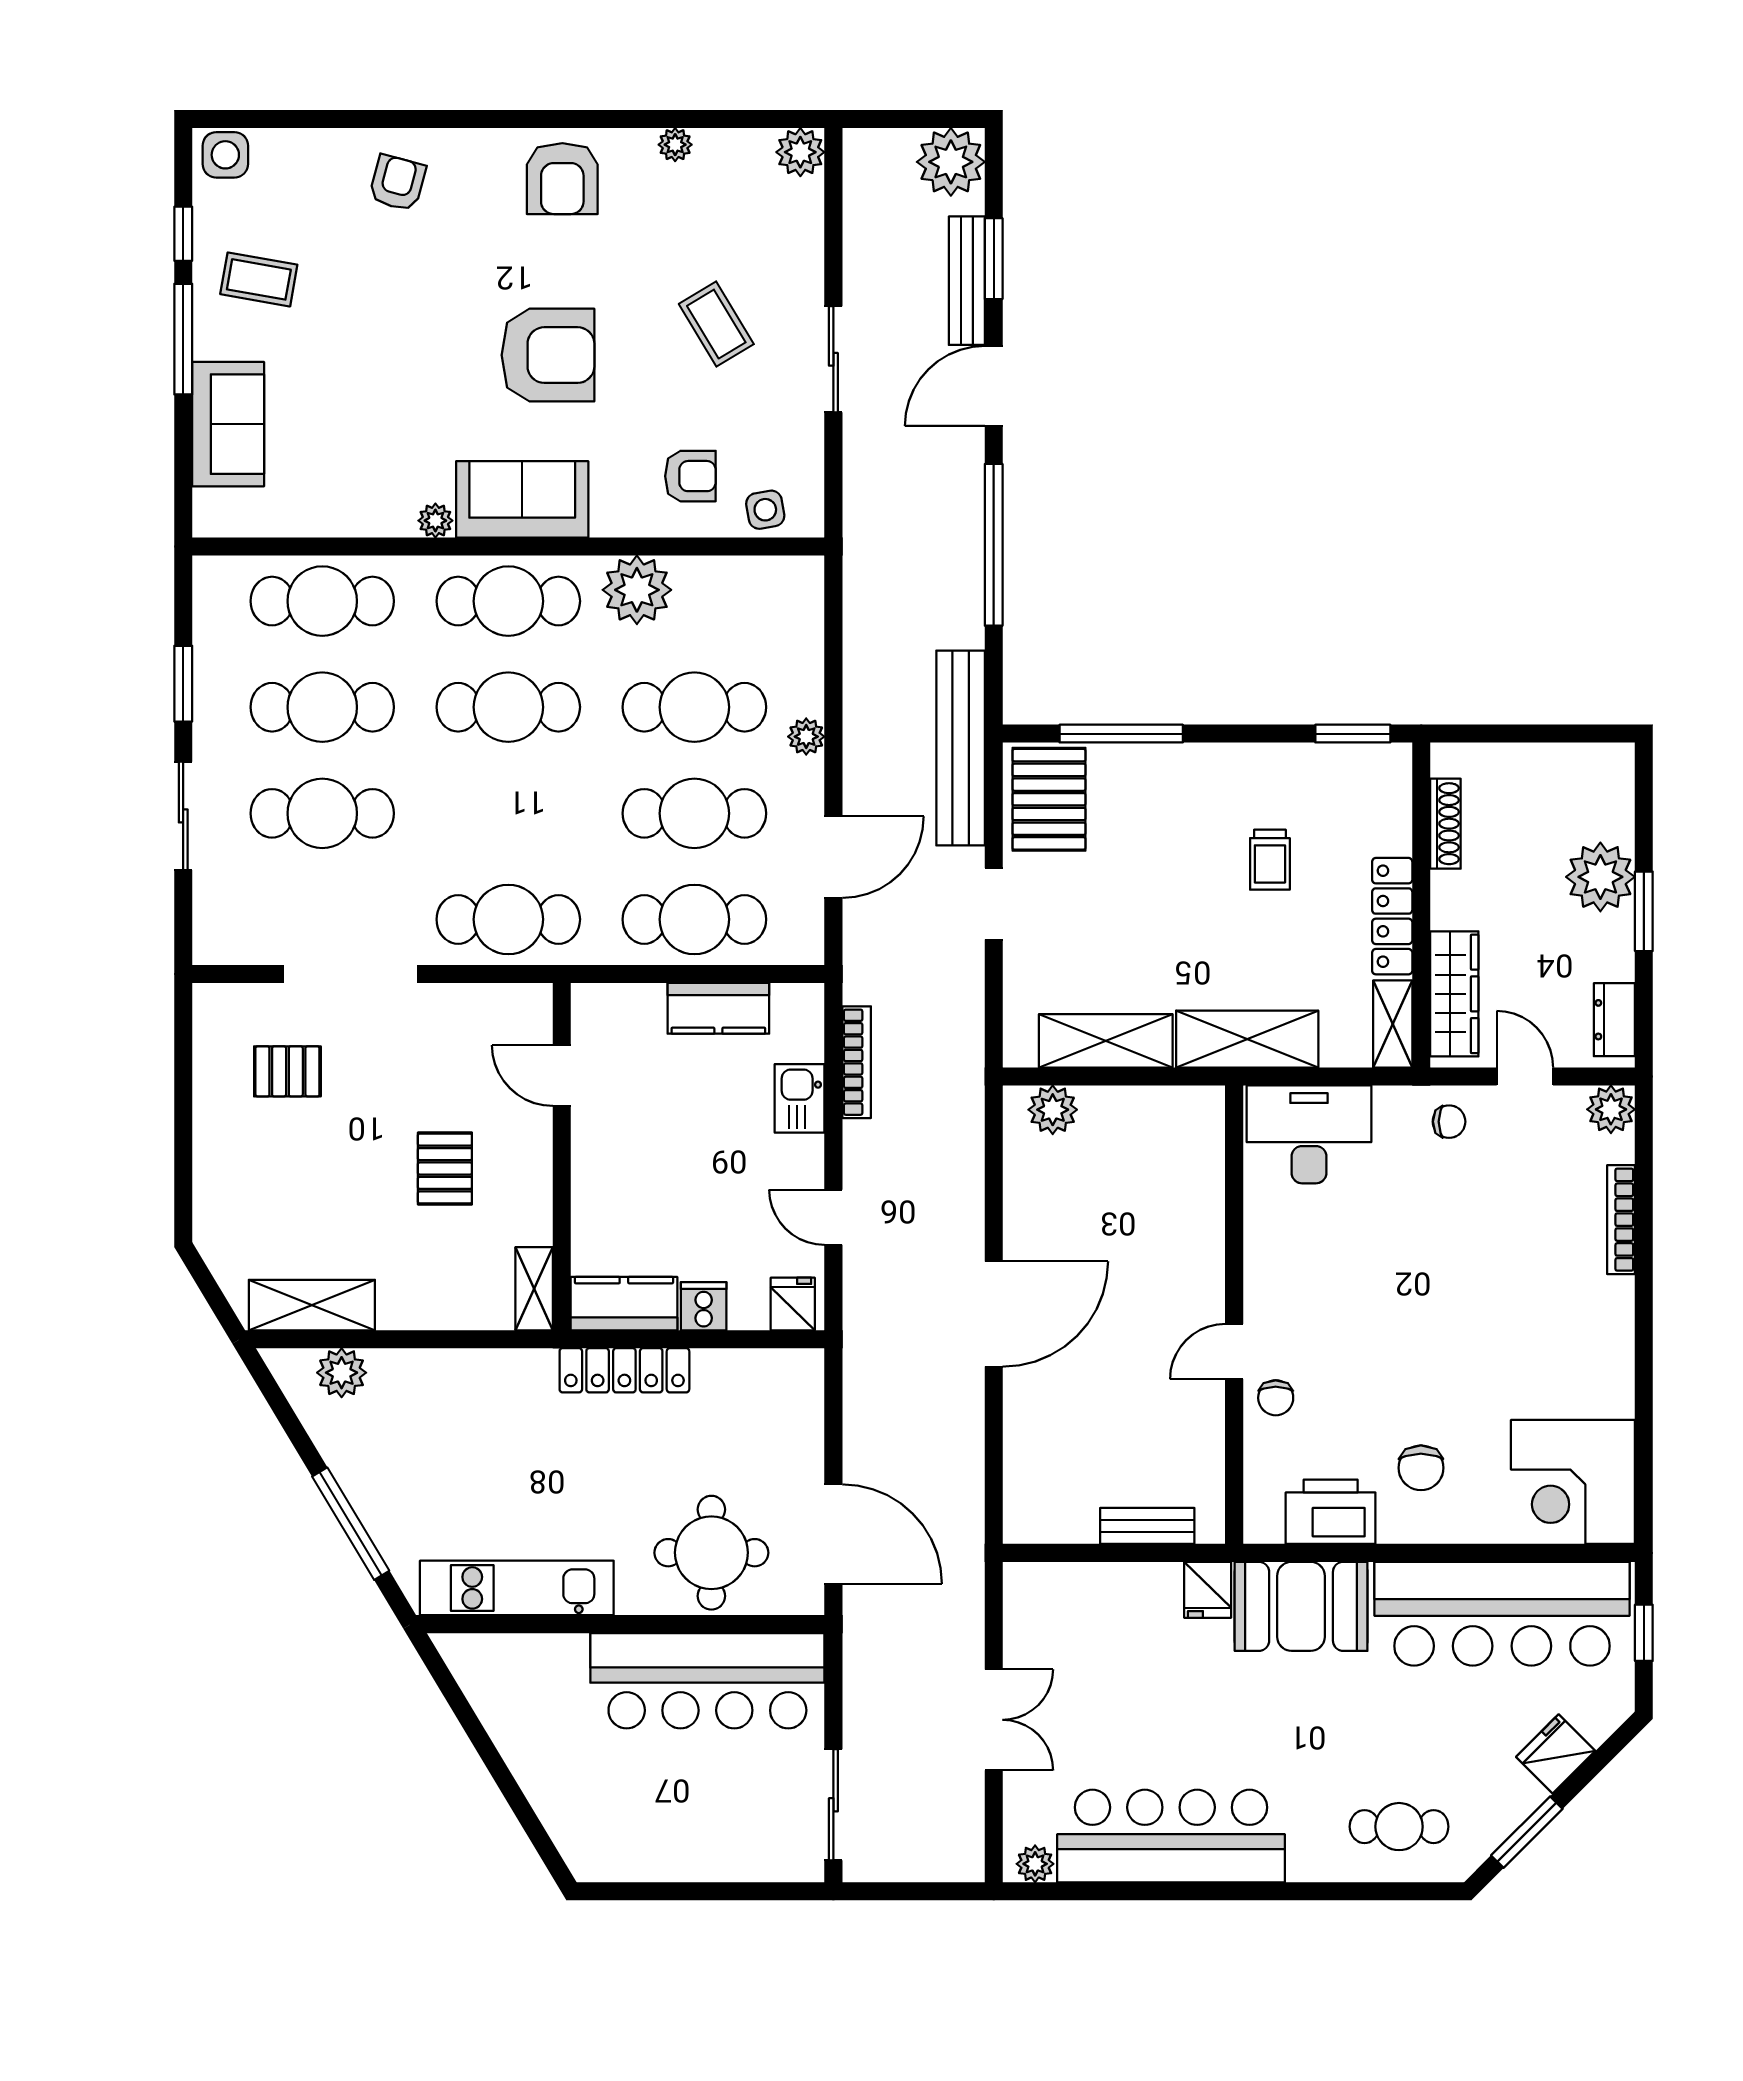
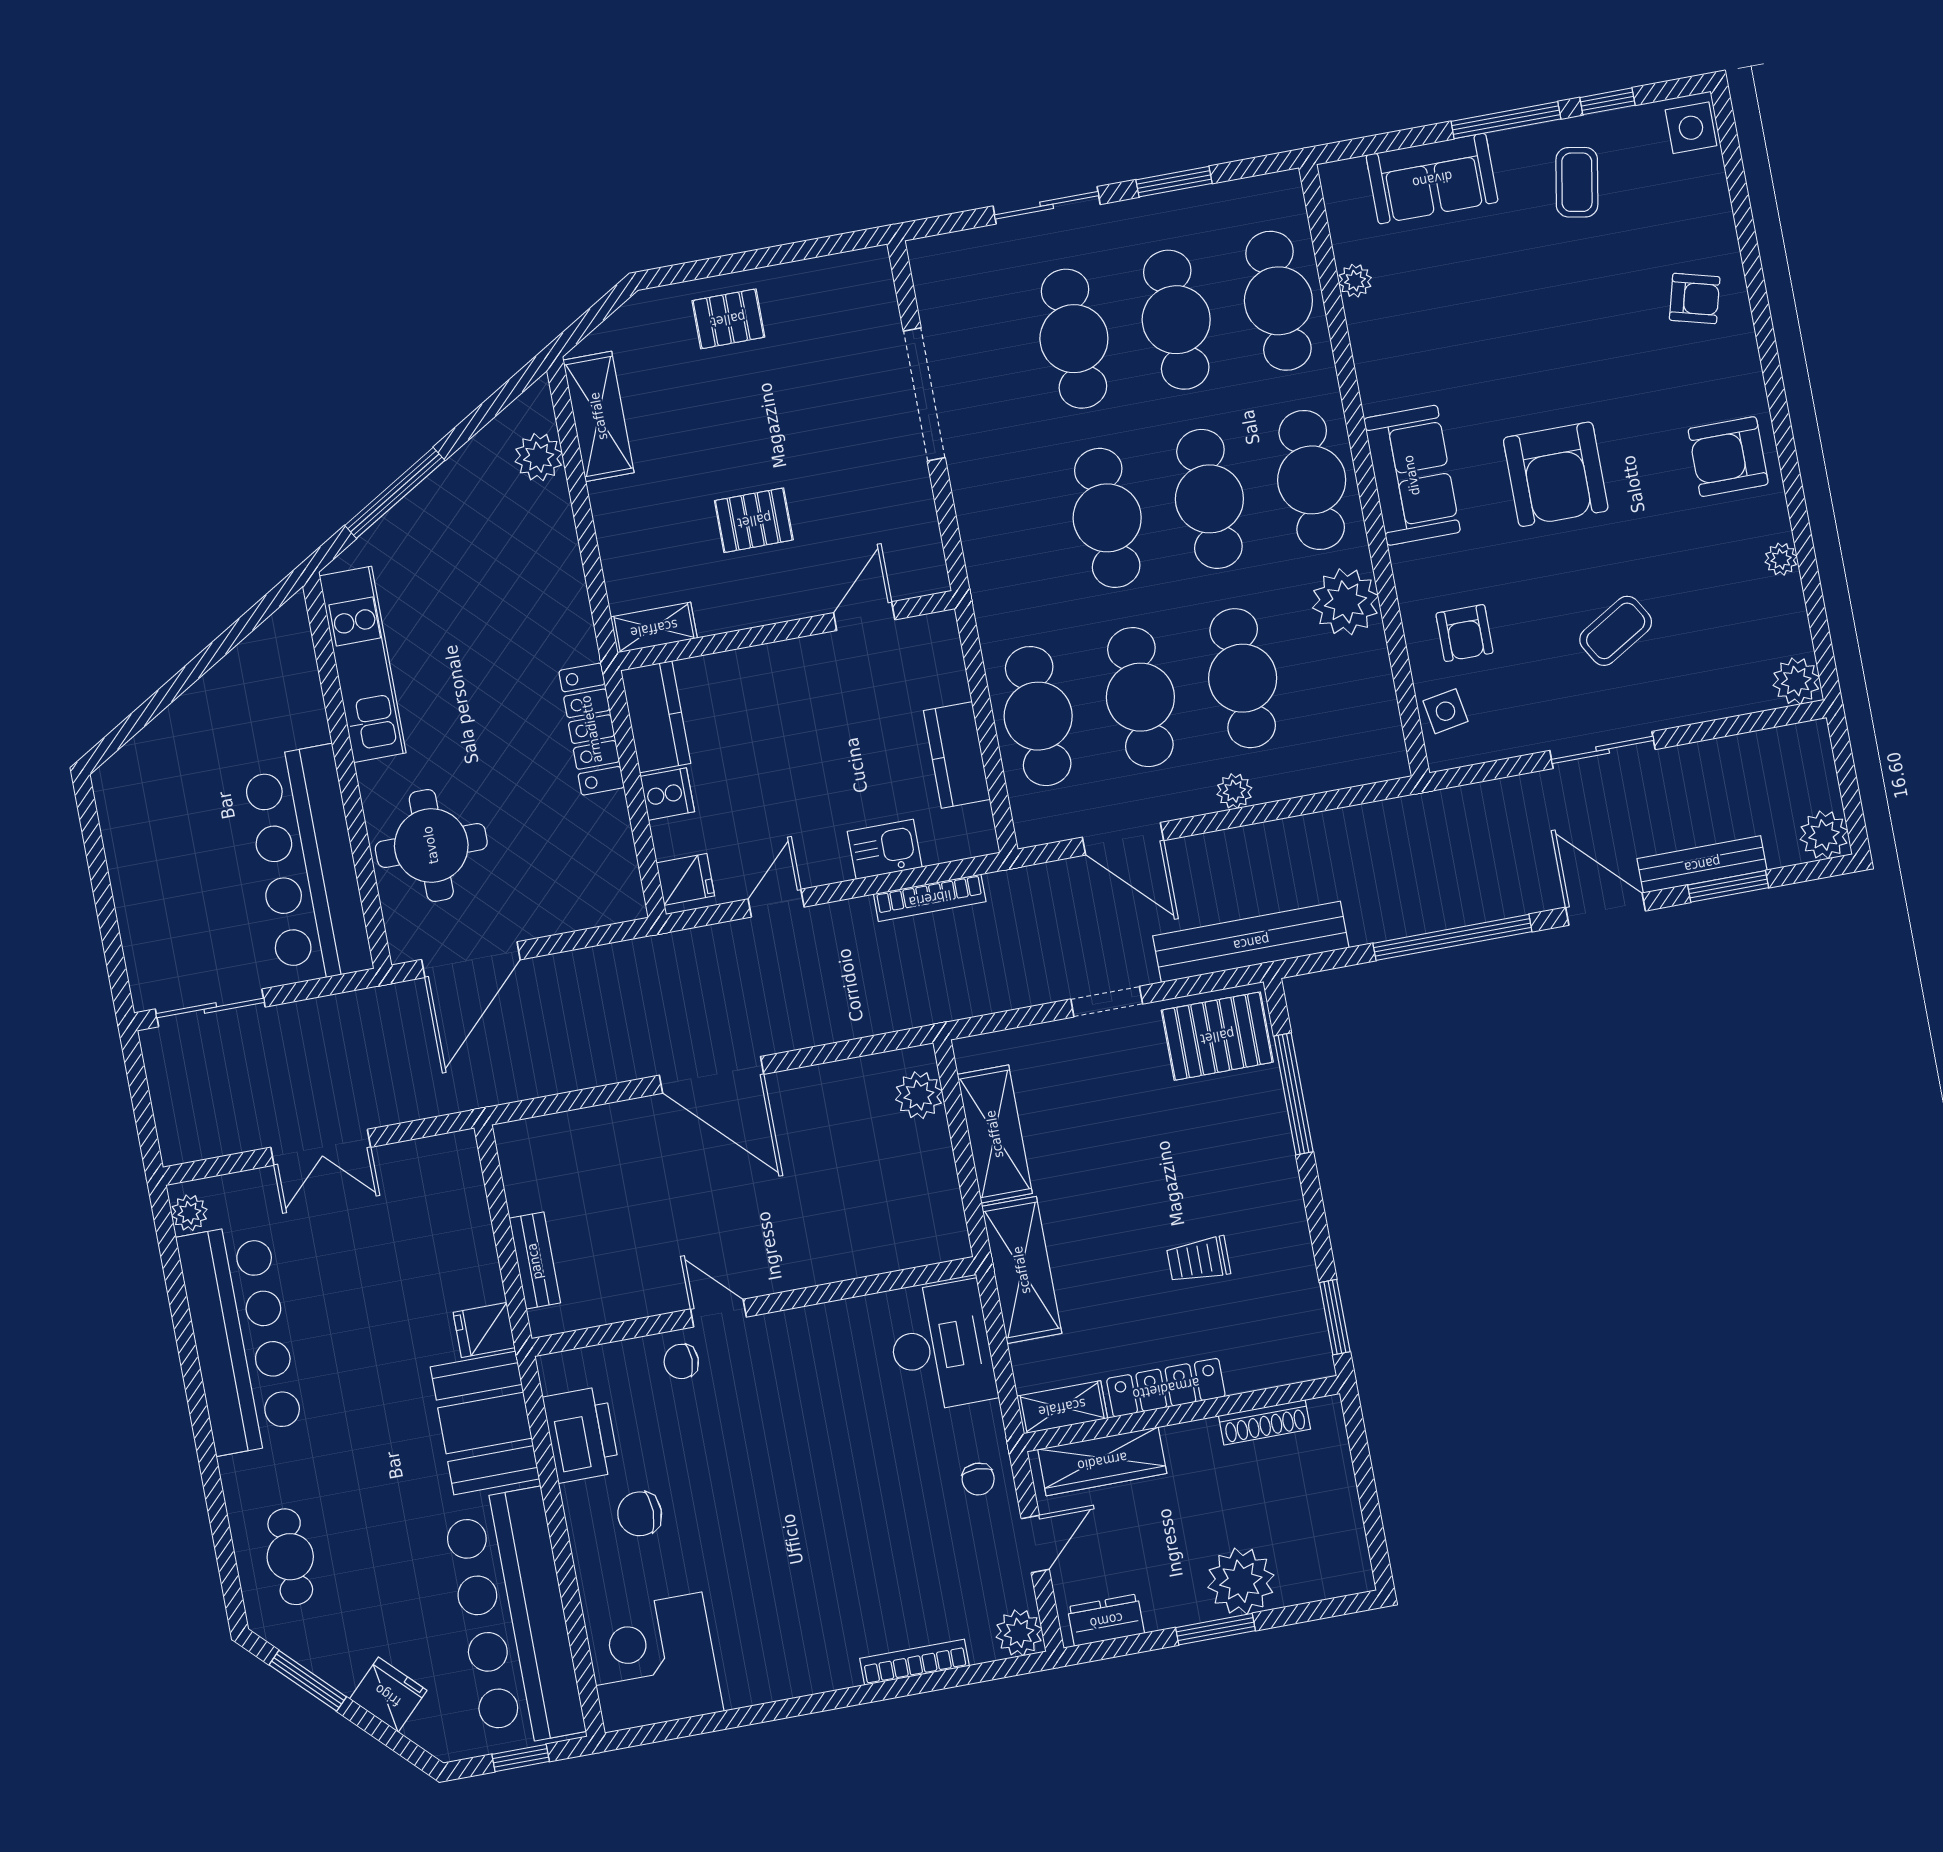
plant: (951, 162) -> (1824, 835), width x0.73, depth x0.73
plant: (435, 521) -> (1355, 281), moved
cafe table: (508, 919) -> (1107, 518), moved
pallet: (287, 1071) -> (728, 319), moved, turned 90

